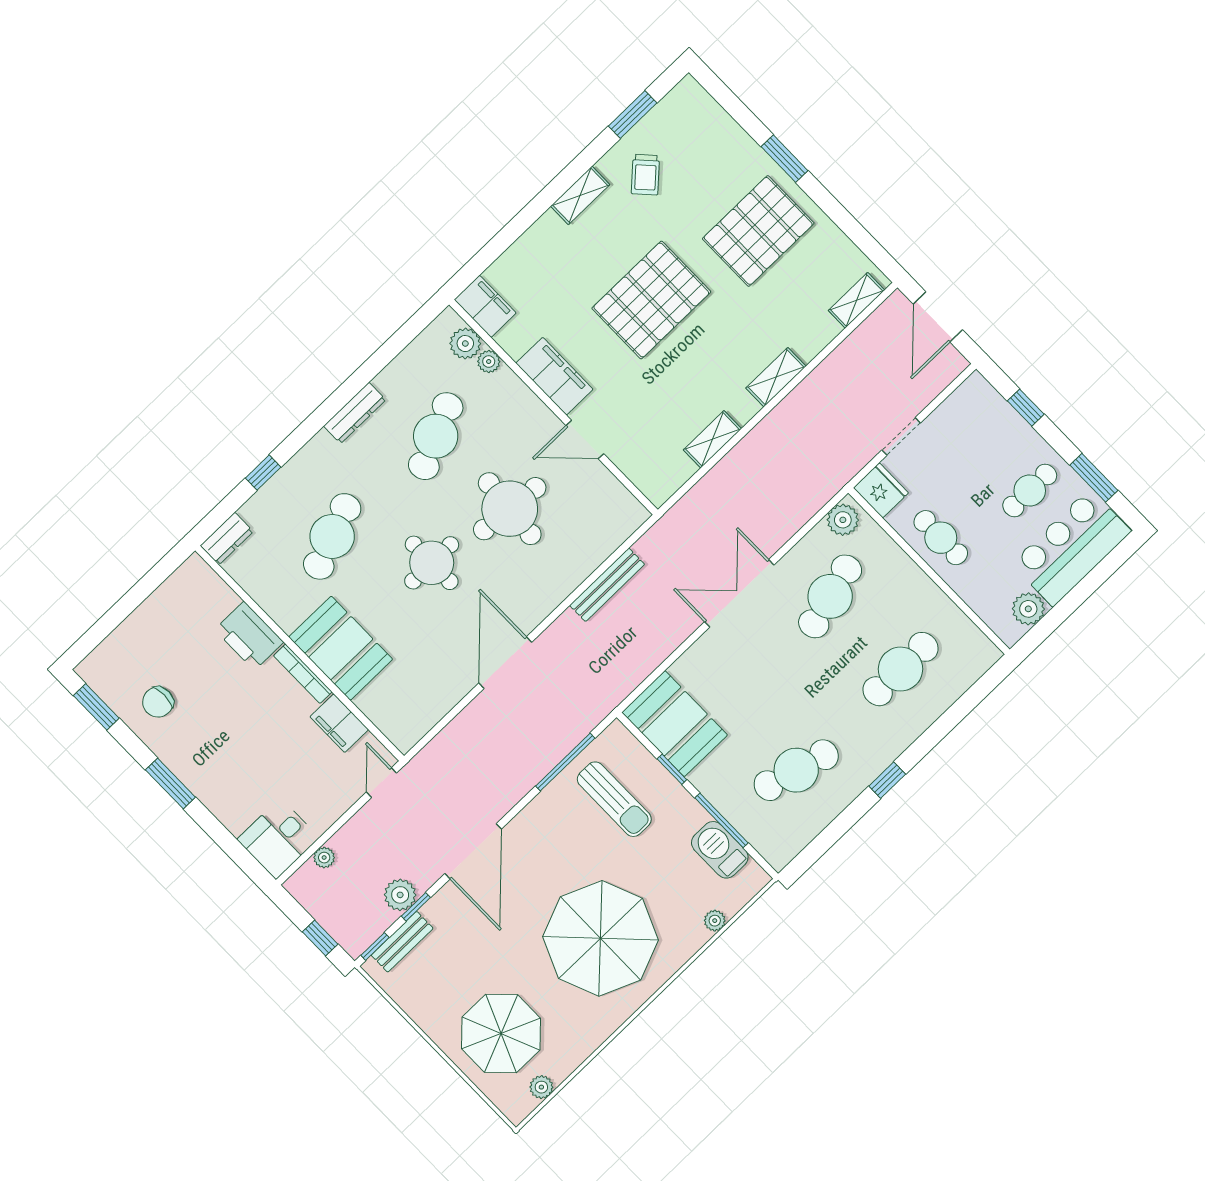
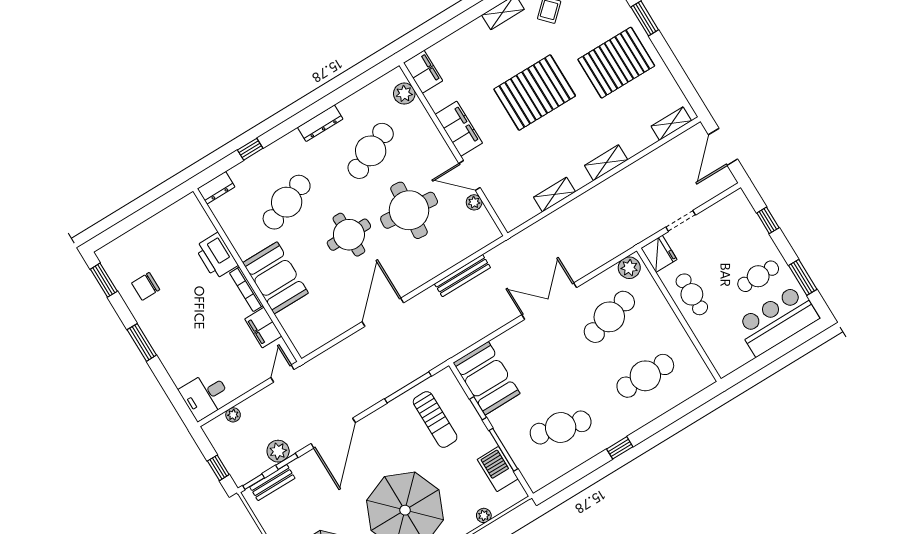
plant: (489, 362) -> (474, 202), moved
plant: (1028, 609) -> (739, 355), removed

